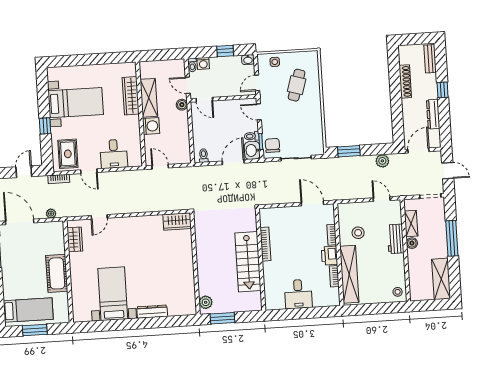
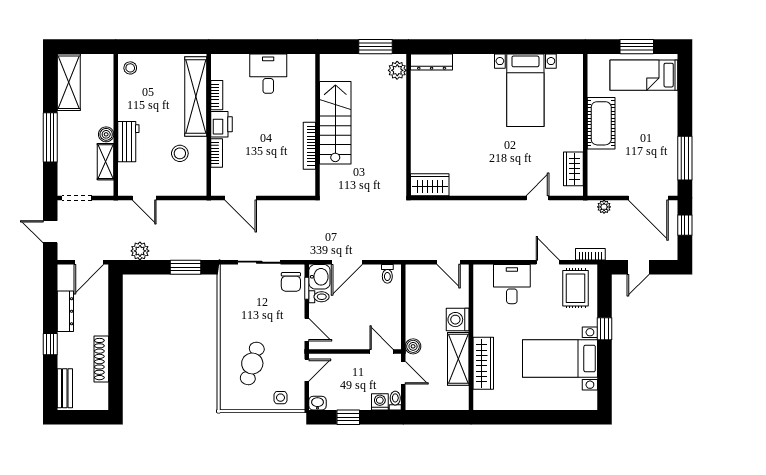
dresser: (152, 312) -> (432, 62), moved

